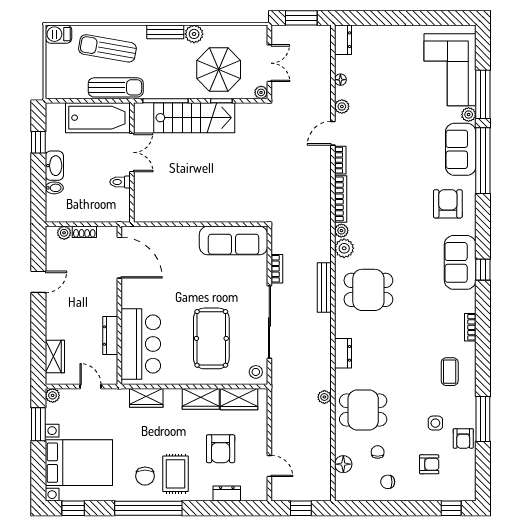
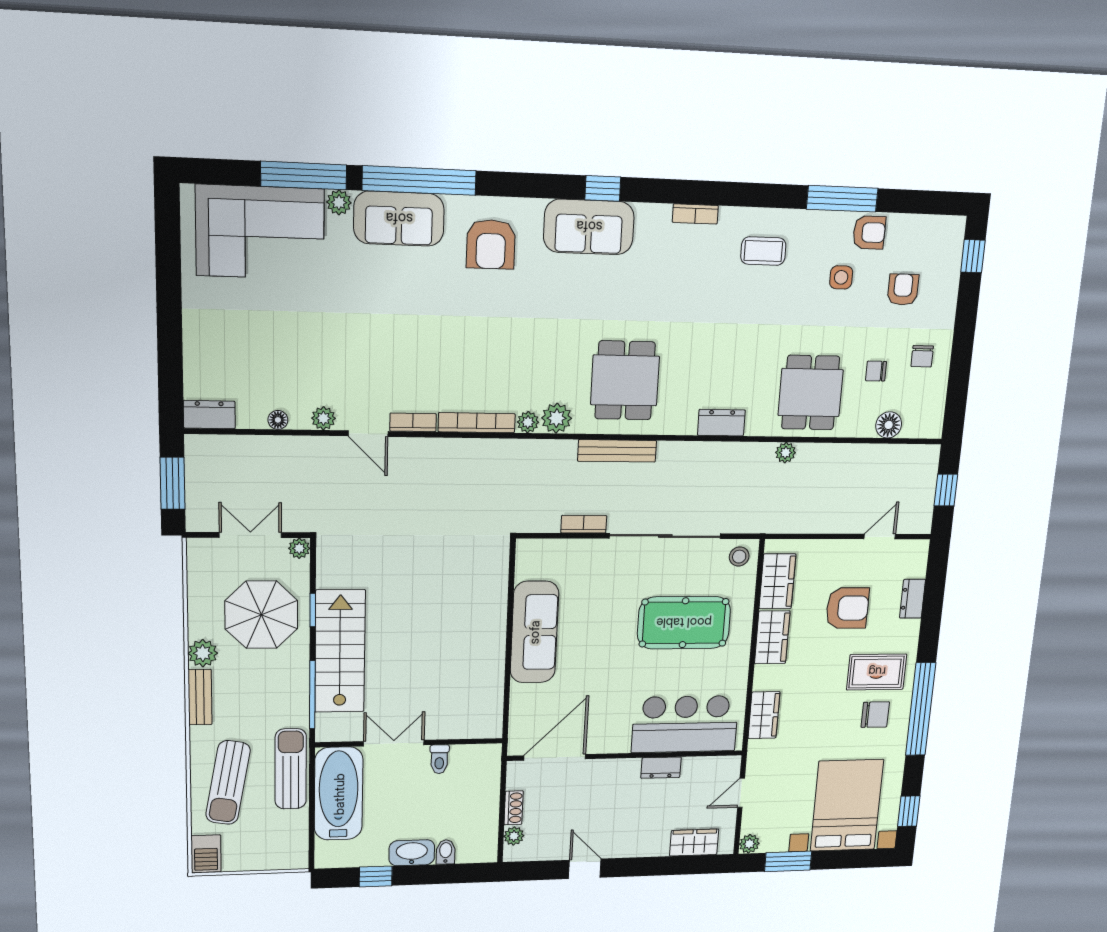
armchair: (448, 204) -> (491, 244), turned -90
sofa: (234, 240) -> (534, 632), moved
dresser: (110, 336) -> (661, 768), width x0.70

